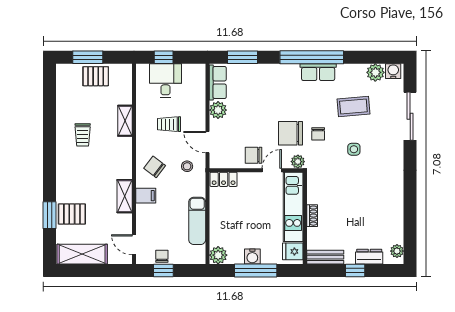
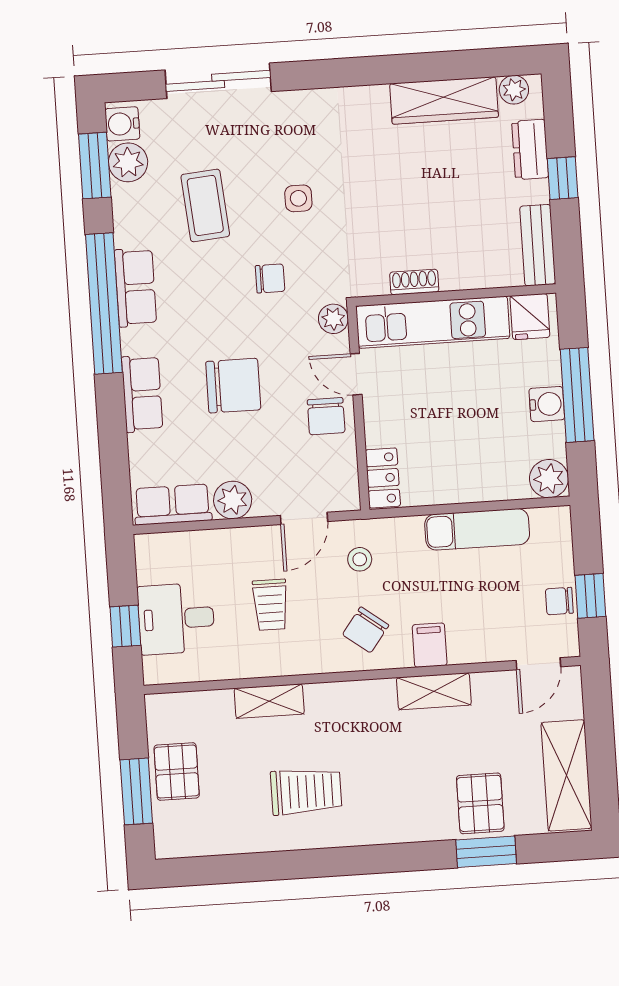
window: (242, 57) -> (95, 166), moved
row of seats: (269, 72) -> (142, 394), added
chair: (291, 133) -> (233, 386), moved, turned -90
trolley: (83, 135) -> (306, 791), width x1.36, depth x1.39
shoe rack: (312, 216) -> (414, 282), moved
wardrobe: (394, 219) -> (444, 100), added

